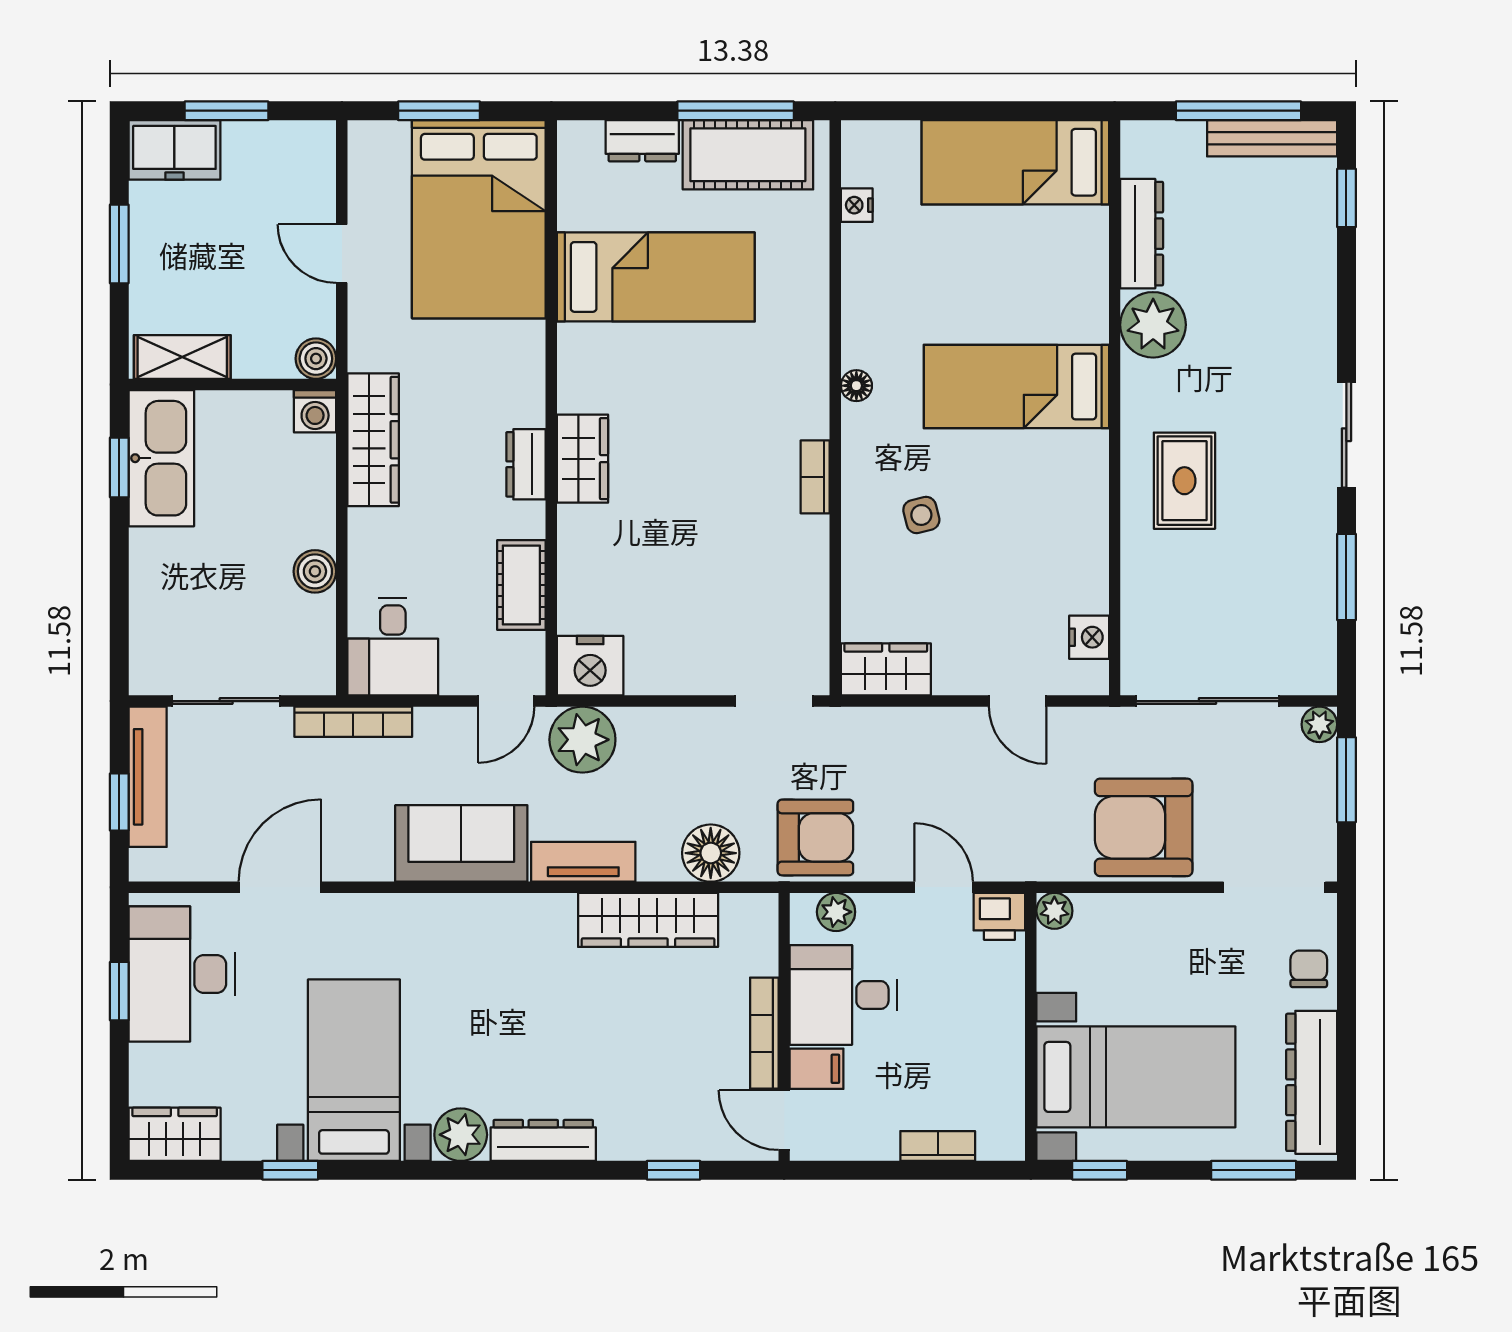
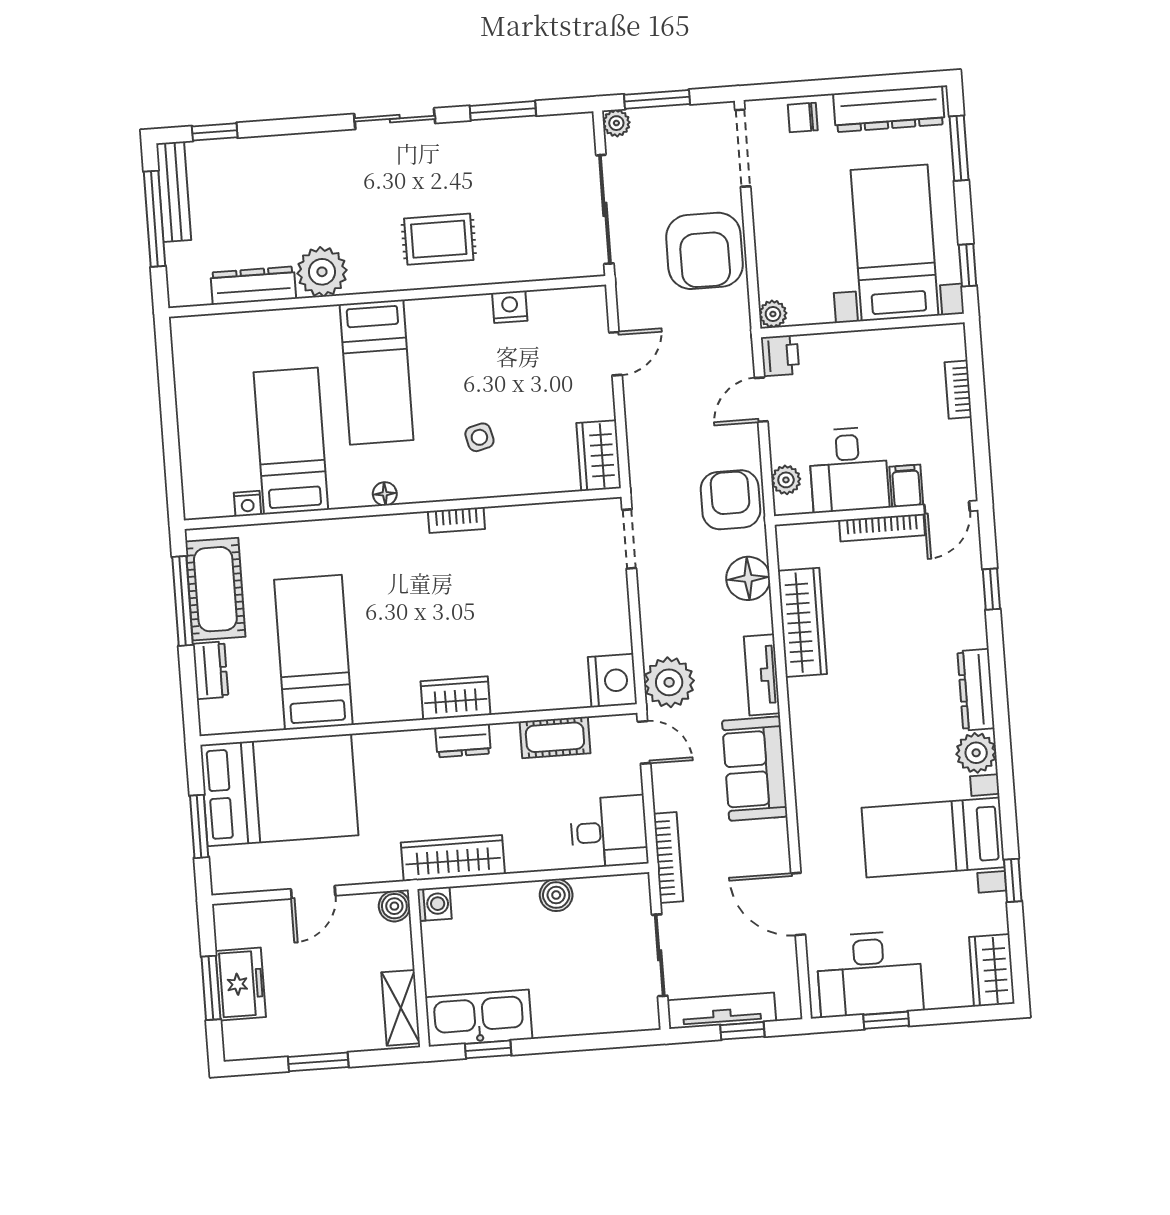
freezer: (174, 150) -> (241, 984), moved
bed: (1015, 162) -> (291, 441), moved, turned 180
nightstand: (1089, 637) -> (510, 307), moved

